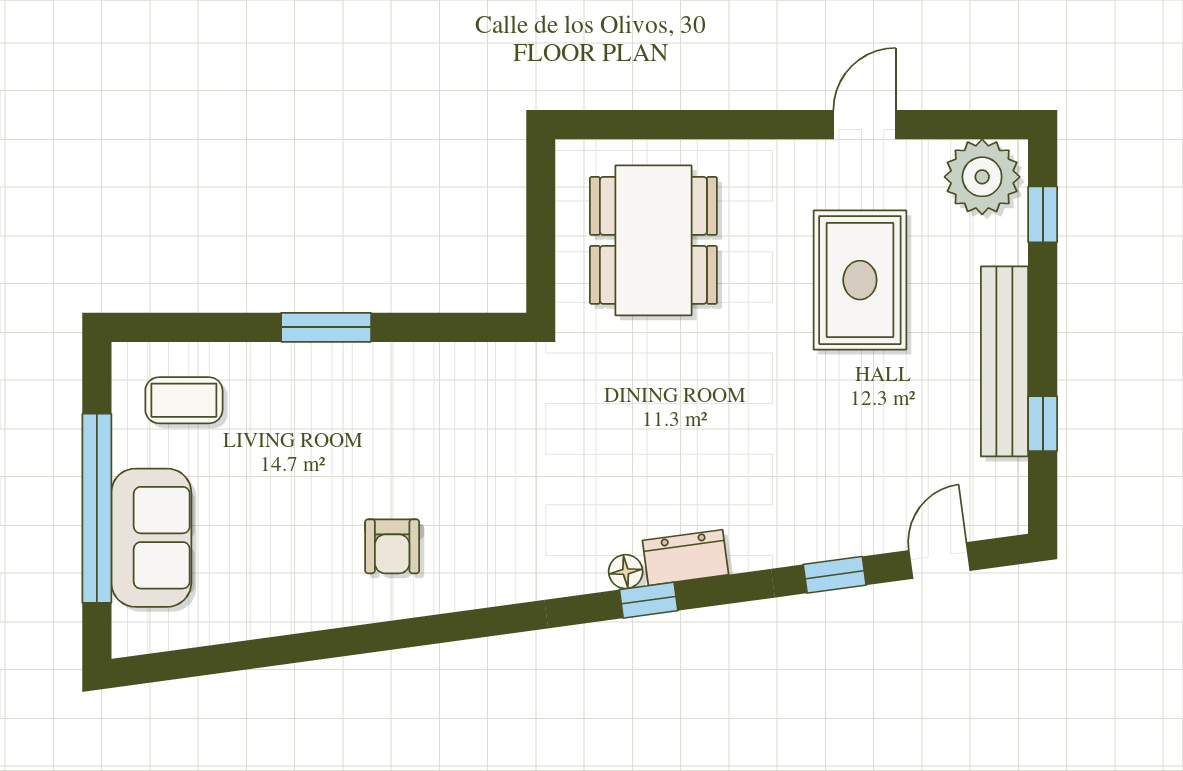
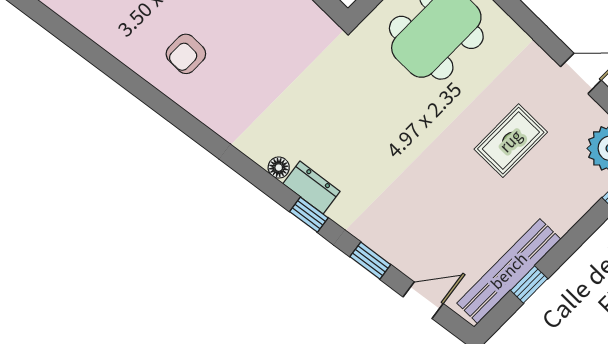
rug: (860, 280) -> (511, 141), width x0.73, depth x0.70
bench: (1004, 361) -> (509, 271), moved
window: (649, 600) -> (309, 215), moved

